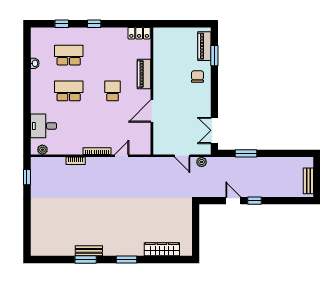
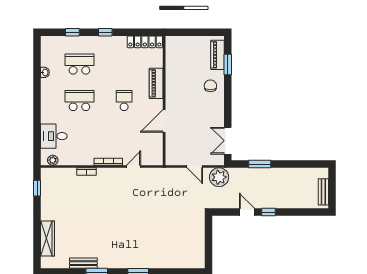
locker: (139, 33) -> (145, 42), width x1.53
plant: (202, 162) -> (219, 177), width x1.88, depth x1.88
wardrobe: (162, 249) -> (47, 238), moved, turned 90
bench: (89, 251) -> (83, 263), moved

